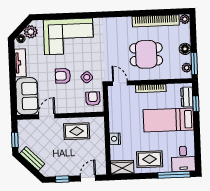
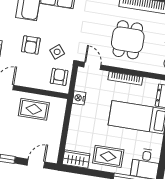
dining table: (146, 54) -> (128, 40), turned 90
armchair: (63, 76) -> (31, 45), turned -90
nightstand: (115, 139) -> (79, 98), moved

